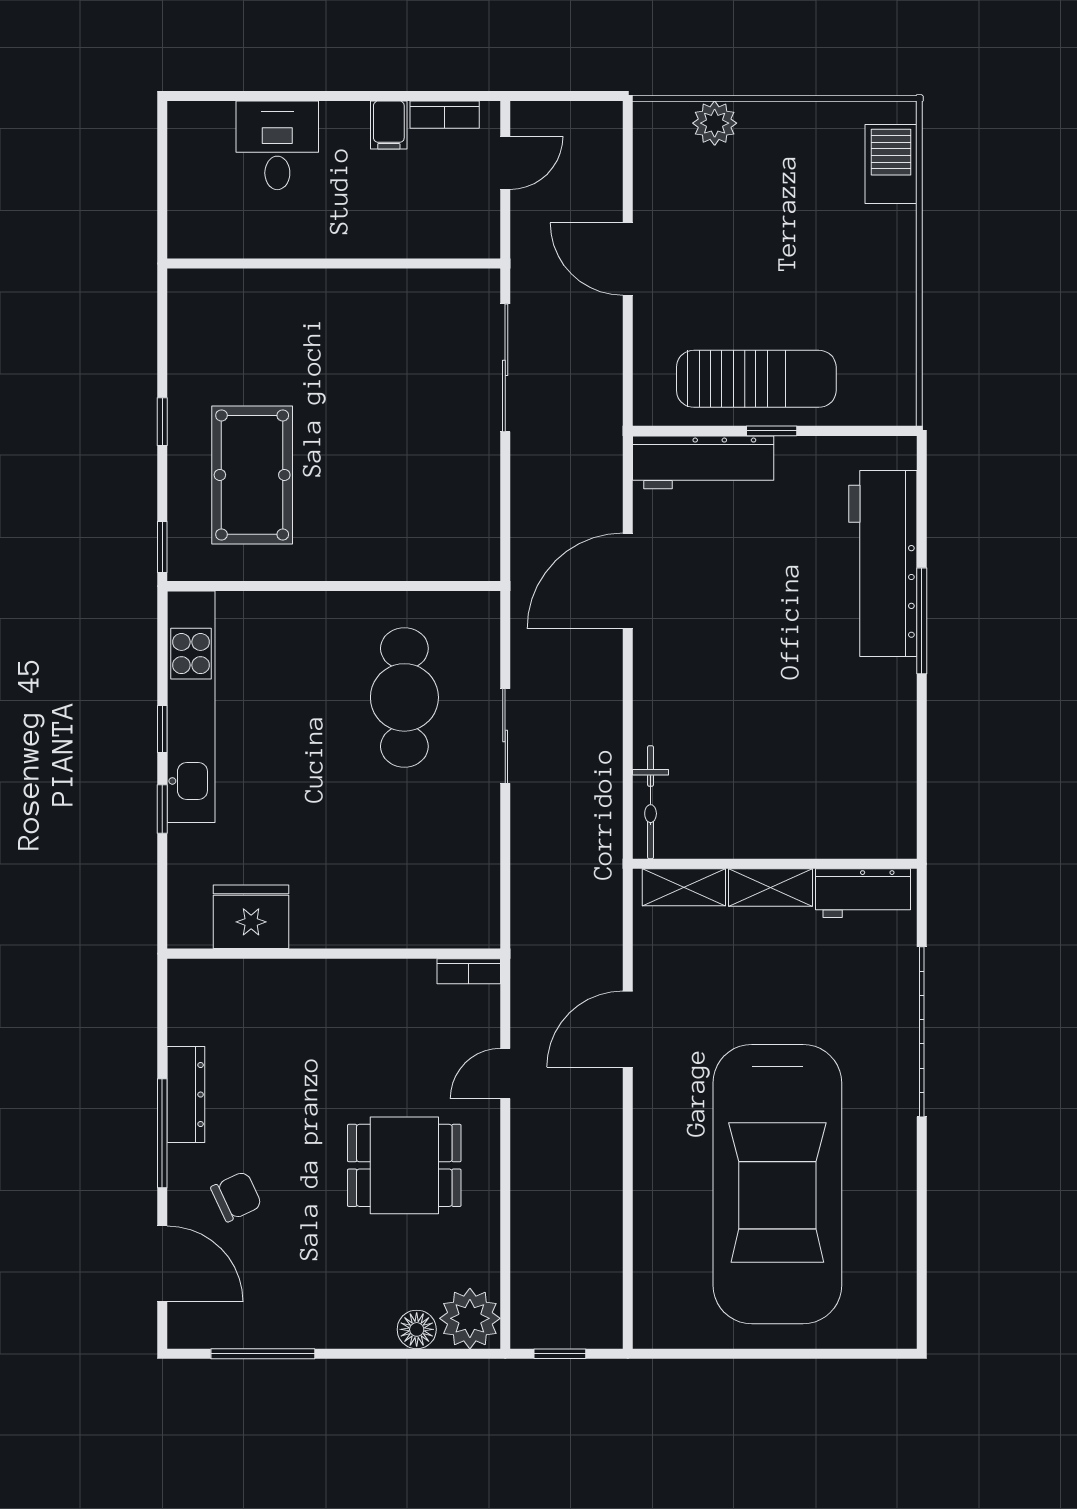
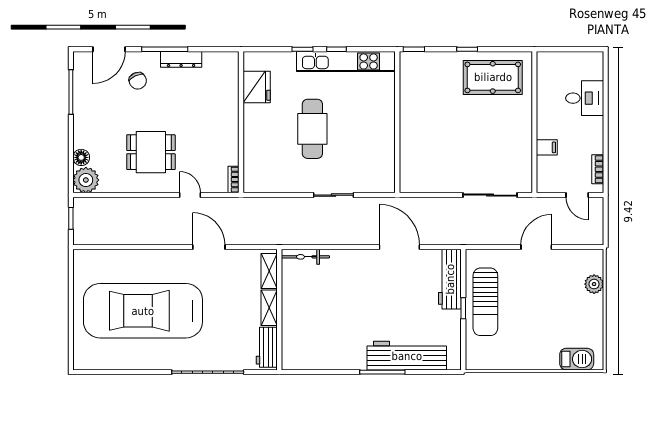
filing cabinet: (389, 125) -> (547, 147), moved, turned 180
pool table: (252, 475) -> (493, 77), moved
cafe table: (404, 697) -> (312, 129), moved, turned 90
dining table: (404, 1165) -> (151, 152), turned 90

